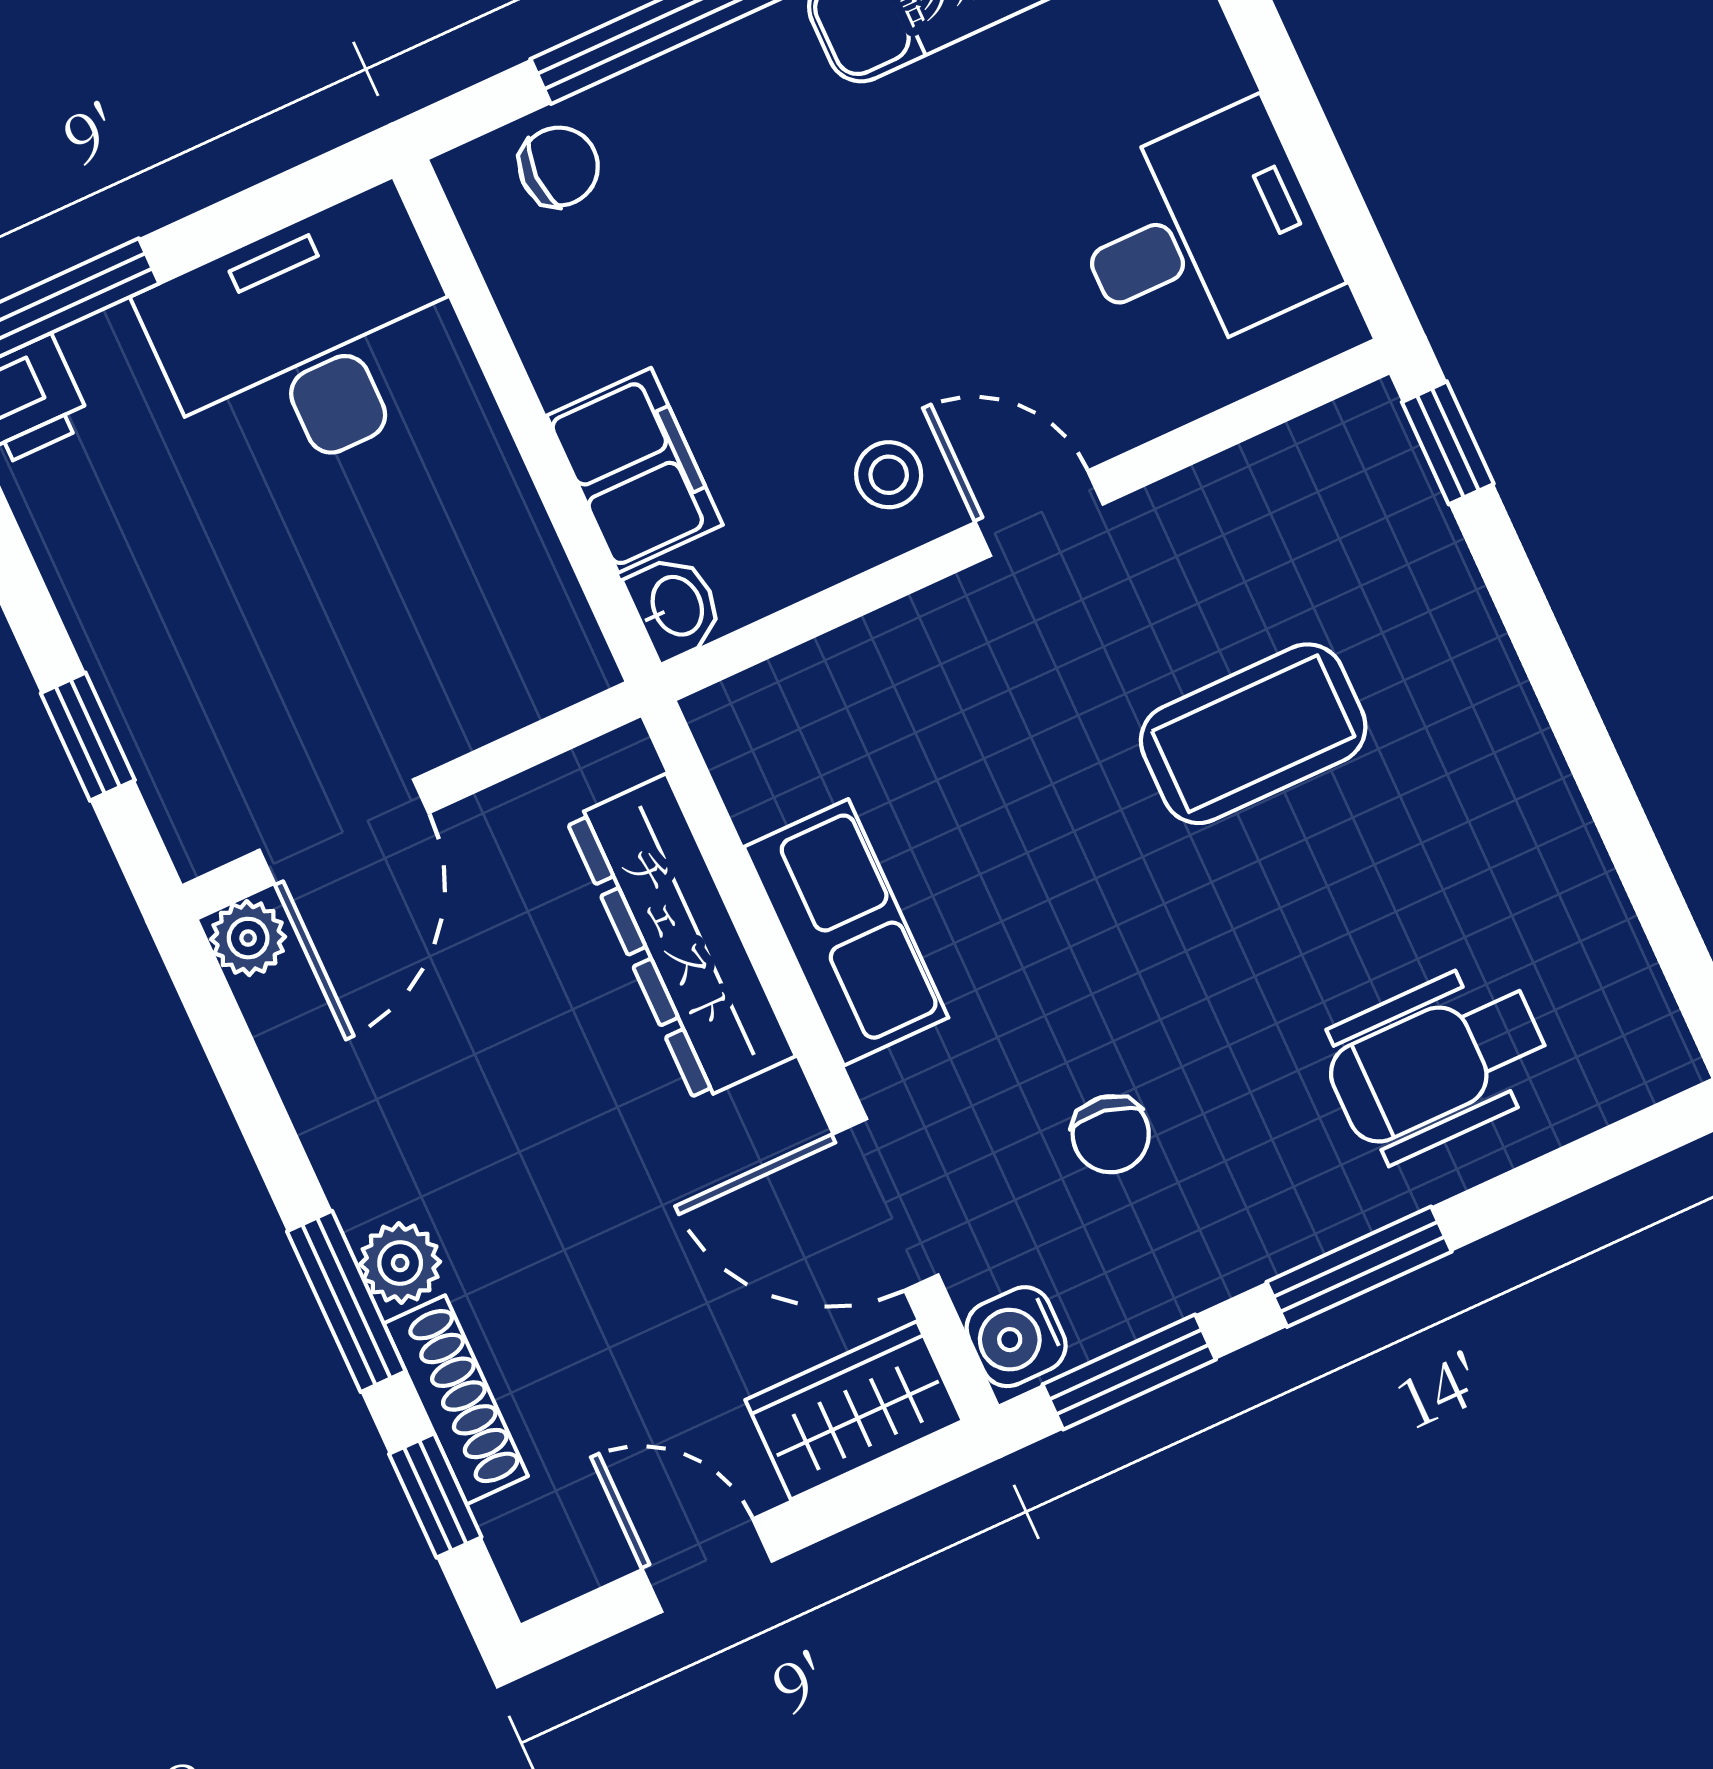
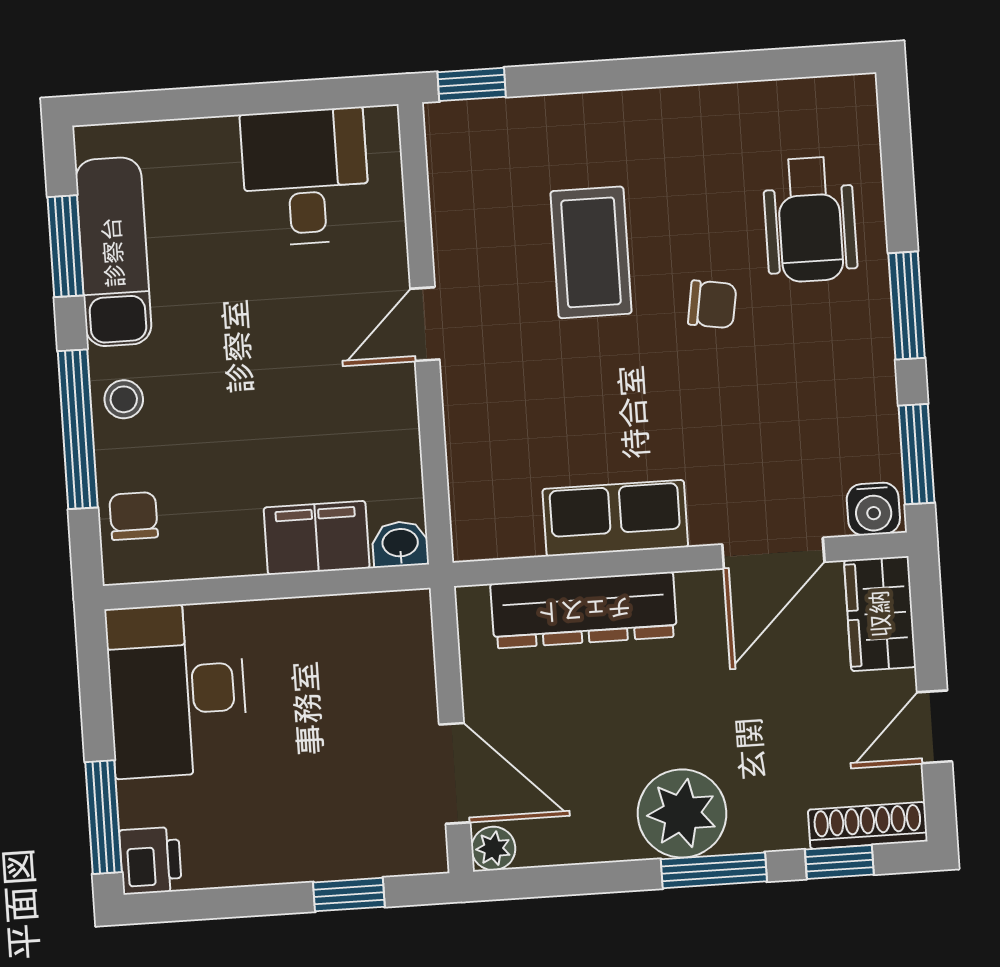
stool: (889, 475) -> (124, 399), moved
chair: (1111, 1134) -> (712, 304), moved
plant: (400, 1263) -> (682, 813), width x1.87, depth x1.87
shoe rack: (456, 1400) -> (868, 825), moved

